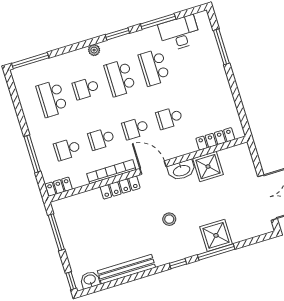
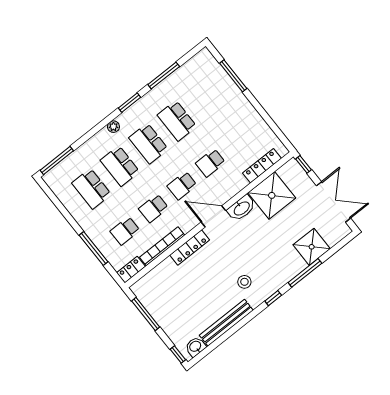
desk: (180, 33) -> (188, 79), removed
school desk: (86, 88) -> (120, 166), width x1.85
window: (254, 153) -> (304, 164), added
shower: (208, 167) -> (272, 195), width x1.37, depth x1.37
bookcase: (111, 172) -> (162, 246), moved
stool: (169, 219) -> (244, 282), moved
shower: (216, 235) -> (312, 247), moved

